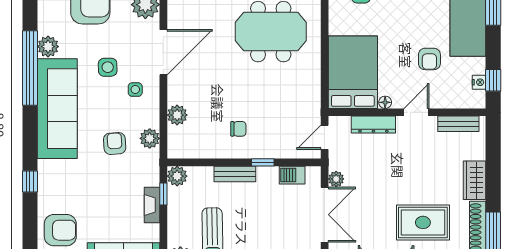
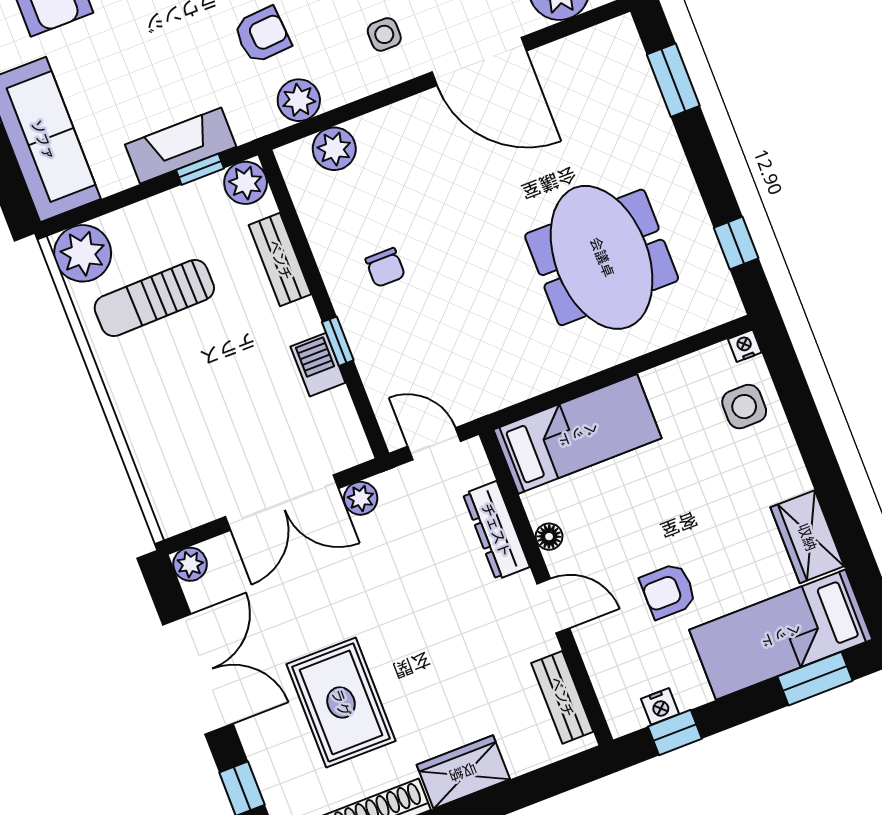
bed: (353, 72) -> (578, 434), width x0.67
plant: (177, 115) -> (334, 149), moved
bench: (235, 174) -> (280, 260), moved
barbecue: (292, 175) -> (318, 365), moved
fireplace: (152, 205) -> (181, 146), width x1.37, depth x1.32

